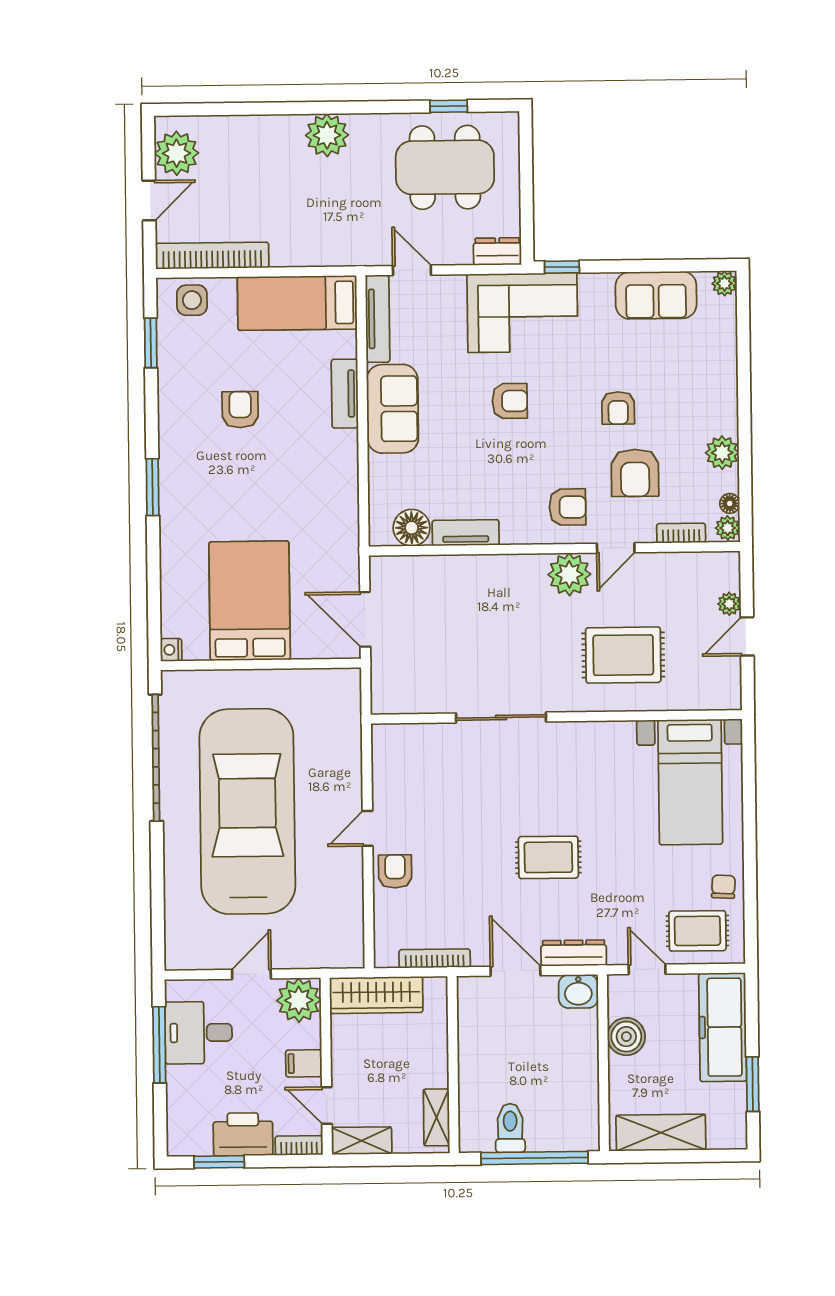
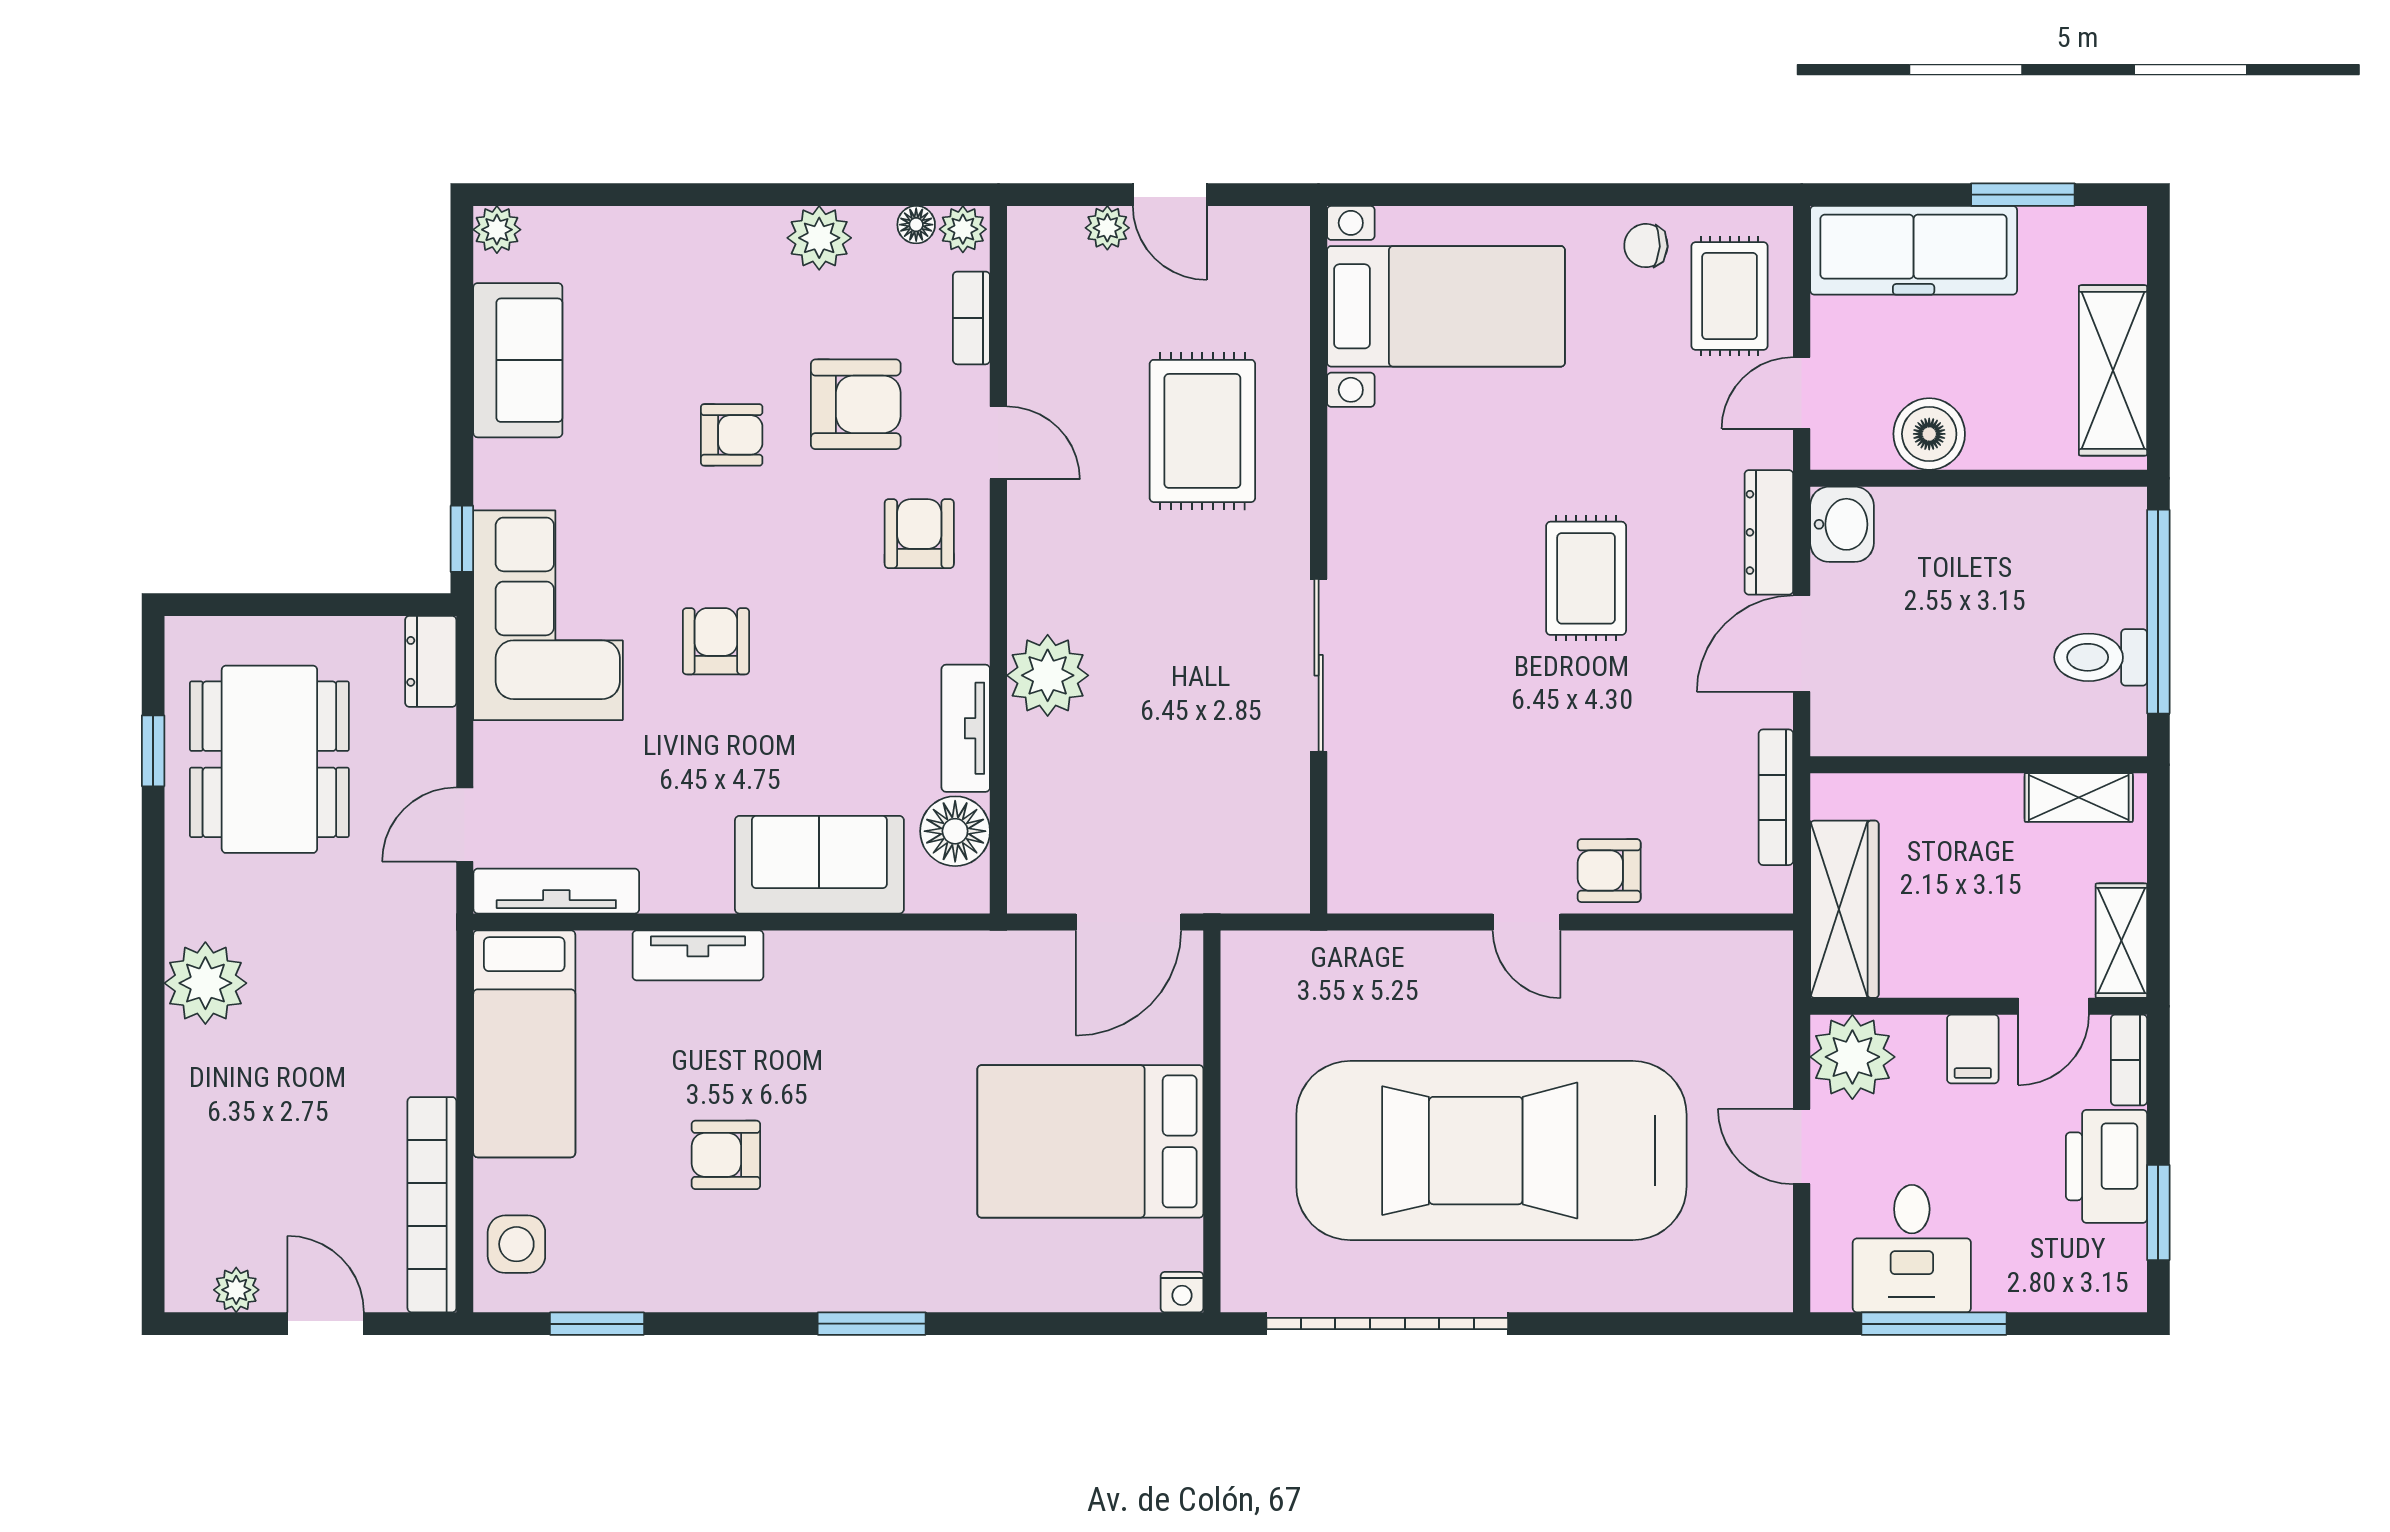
plant: (177, 153) -> (236, 1290), width x0.53, depth x0.53
sofa: (393, 409) -> (819, 865), moved
plant: (569, 574) -> (1048, 675), moved

